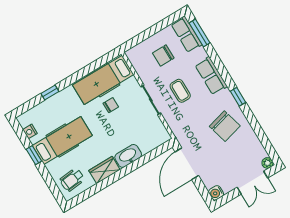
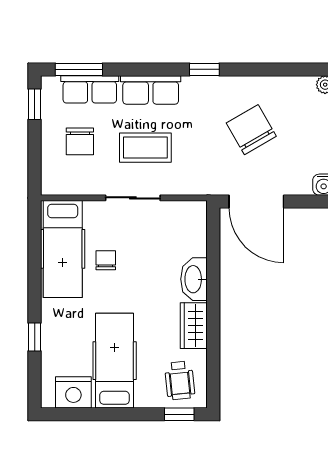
window: (168, 21) -> (35, 104), added
row of seats: (187, 34) -> (90, 89), moved
coffee table: (180, 91) -> (145, 148), width x1.36, depth x1.30
chair: (225, 126) -> (251, 130), moved, turned -105
nightstand: (30, 131) -> (73, 392), width x1.89, depth x1.79
window: (34, 155) -> (179, 414), moved

